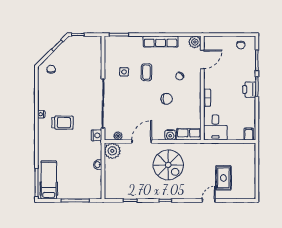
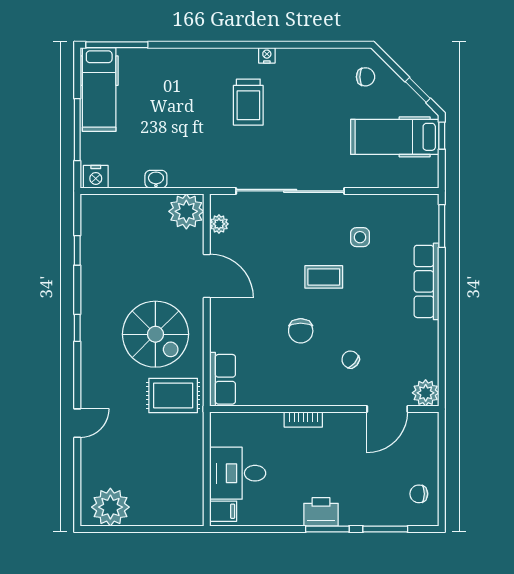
row of seats: (161, 42) -> (427, 281), moved
hospital bed: (78, 56) -> (395, 137), added
door: (202, 59) -> (387, 409), hinge flipped
coffee table: (146, 72) -> (324, 277), moved
desk: (215, 127) -> (238, 473), moved
nightstand: (97, 135) -> (96, 177), moved
water cooler: (170, 135) -> (221, 339), removed
spiral stairs: (168, 165) -> (155, 334), turned -90
rug: (223, 178) -> (173, 395), moved
hospital bed: (49, 180) -> (99, 89), moved, turned 90
plant: (247, 185) -> (110, 507), added
door: (209, 200) -> (77, 423), hinge flipped

